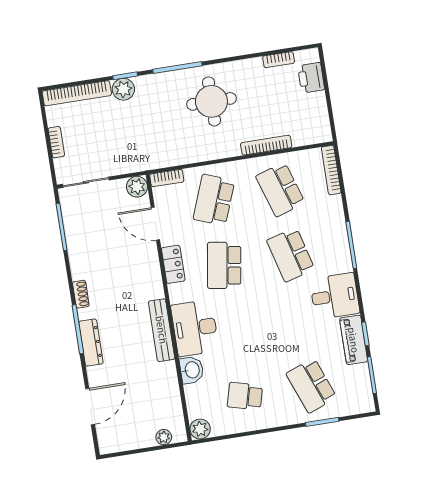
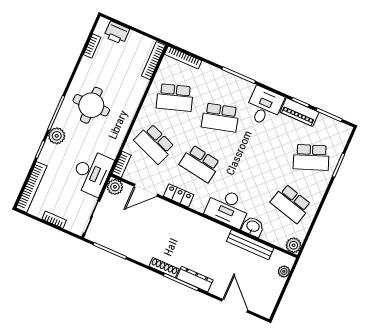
plant: (123, 89) -> (57, 136), moved
bookcase: (266, 145) -> (153, 61), moved
desk: (136, 150) -> (92, 173), added
shoe rack: (81, 294) -> (164, 268), width x1.43
bench: (162, 330) -> (250, 245), moved
school desk: (245, 396) -> (291, 204), width x1.85

